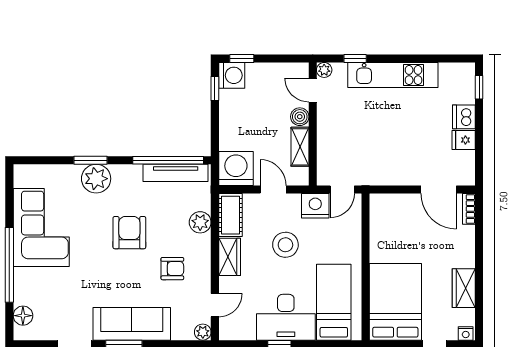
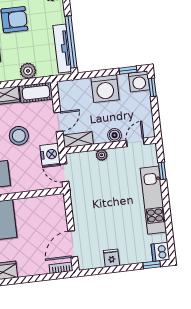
plant: (324, 70) -> (102, 155), moved
dishwasher: (464, 117) -> (160, 252), moved, turned -90
shelving: (300, 147) -> (78, 140), moved
washing machine: (236, 169) -> (105, 89), moved, turned 90

